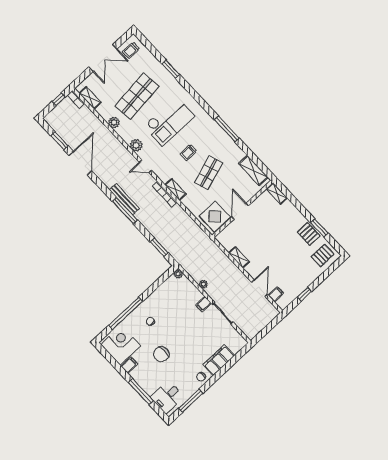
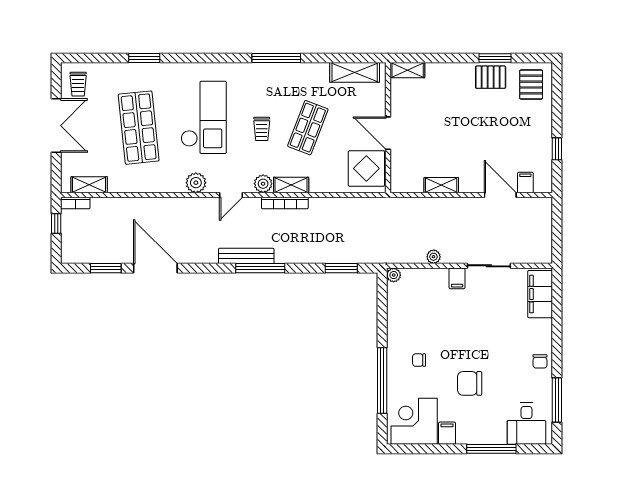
plant: (114, 122) -> (263, 184), moved
shop shelf: (209, 173) -> (308, 128), turned 39
chair: (161, 354) -> (470, 383), turned 90
filing cabinet: (219, 360) -> (540, 294), moved

